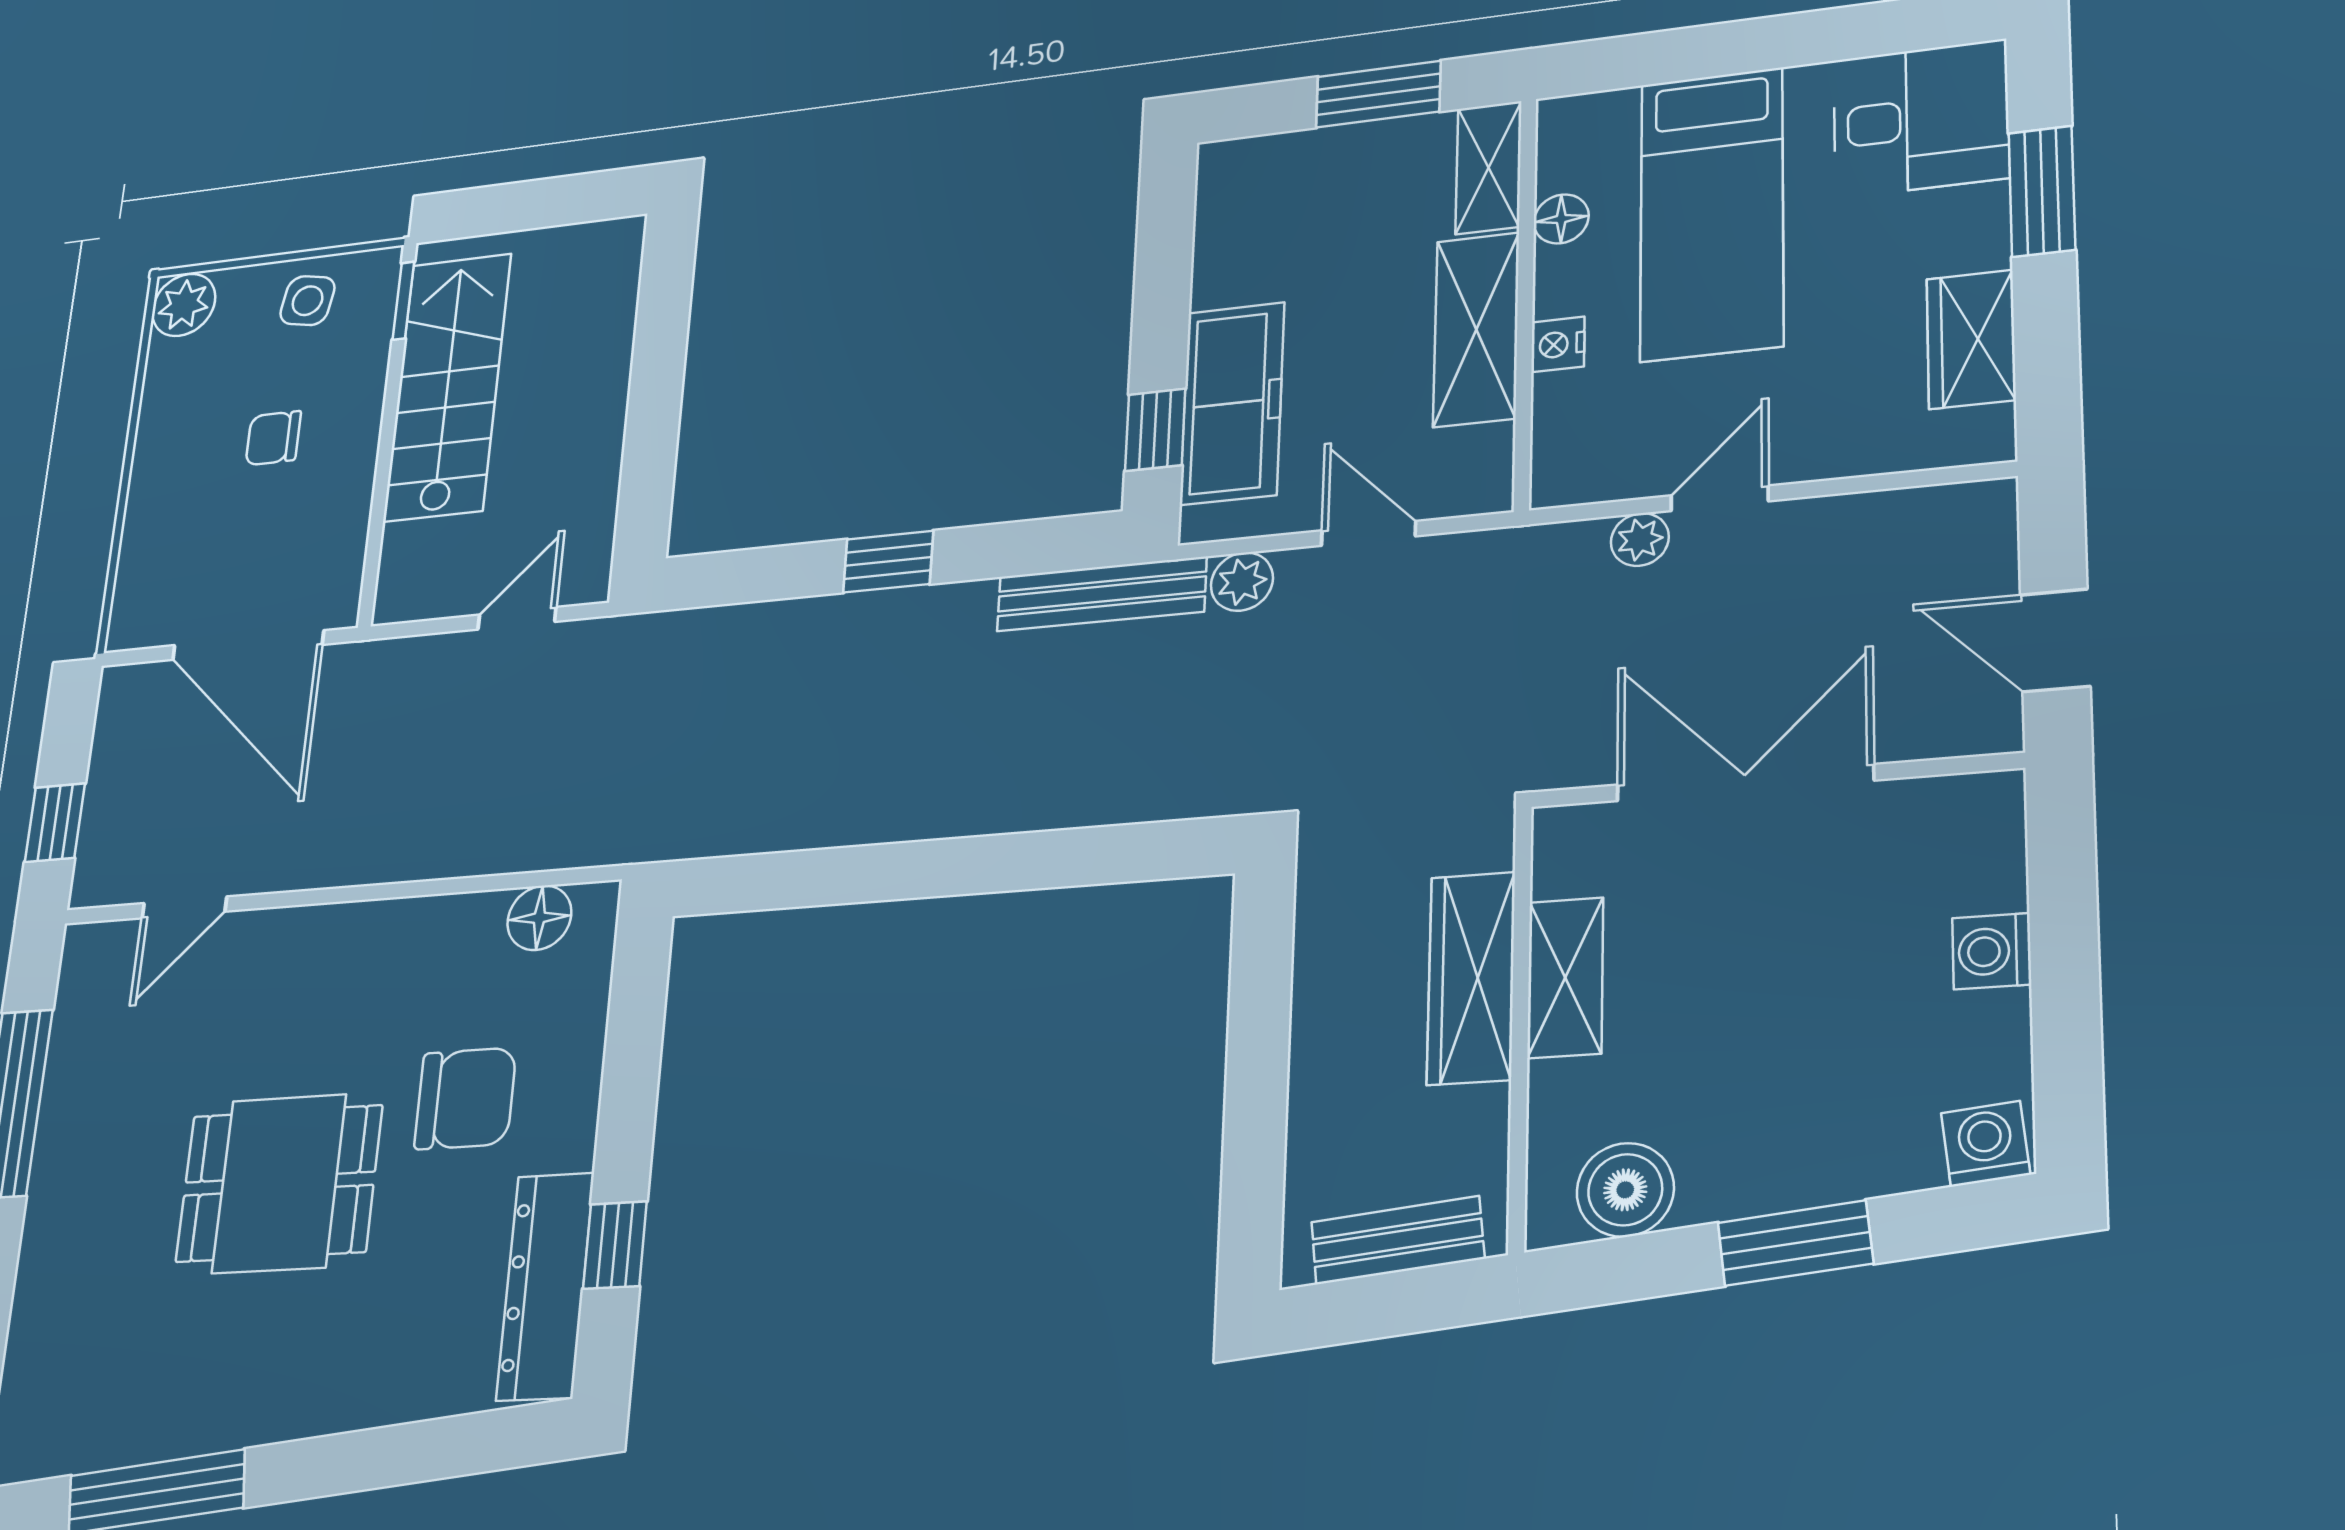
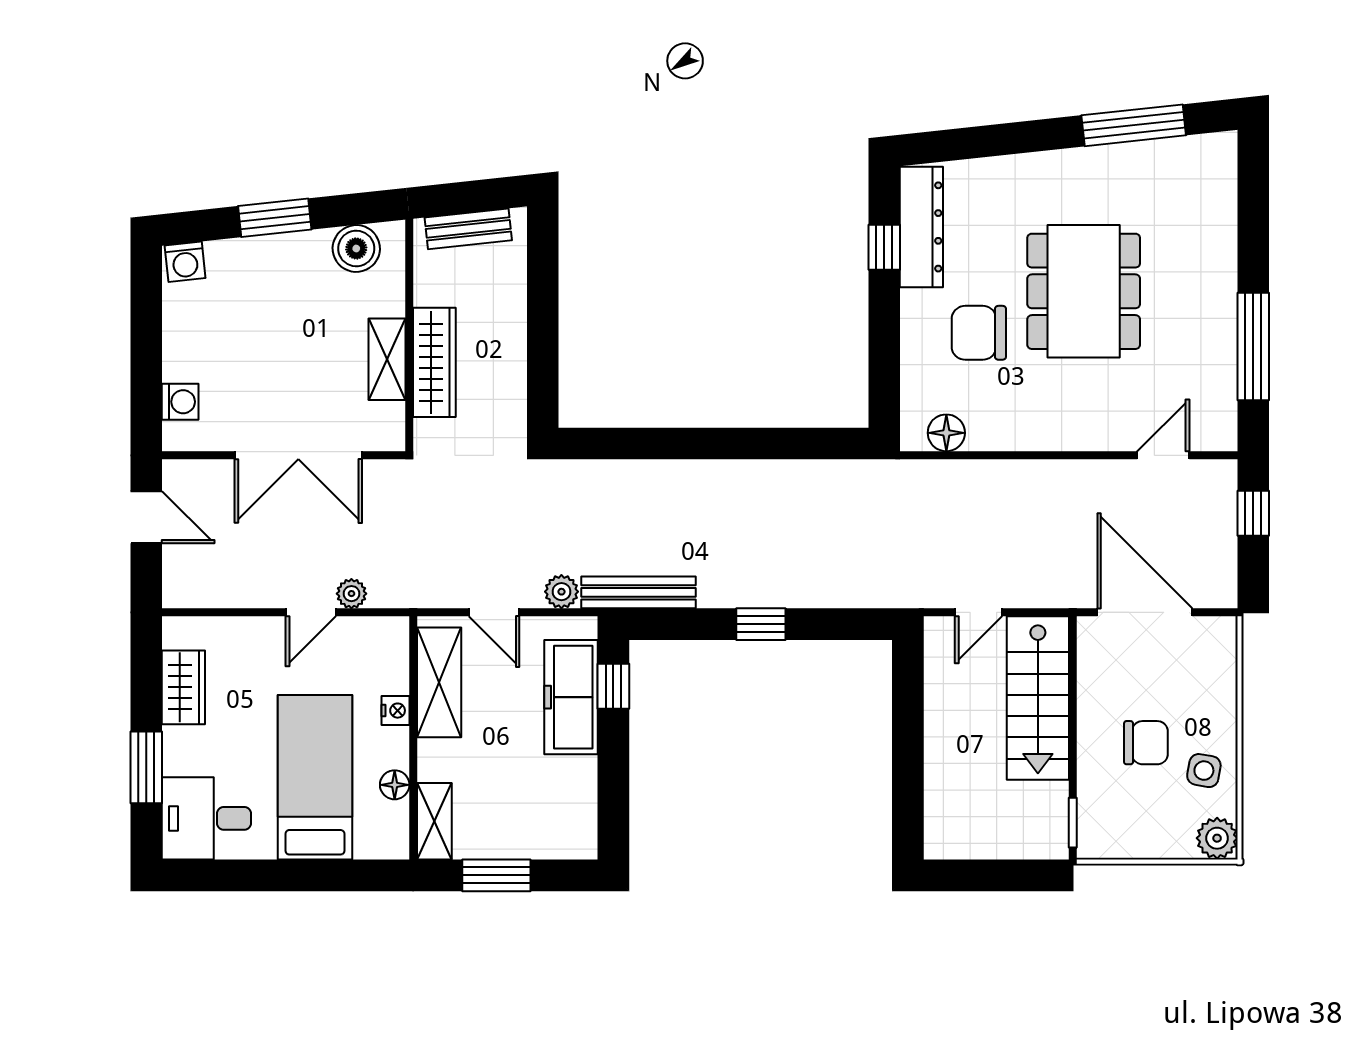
side table: (307, 301) -> (1204, 771), moved
shelving: (1476, 329) -> (439, 682), moved
stairs: (448, 387) -> (1038, 698), moved
chair: (273, 438) -> (1146, 743), width x1.37, depth x1.37
washing machine: (1992, 951) -> (180, 402), moved
dining table: (279, 1184) -> (1084, 291), width x1.38

